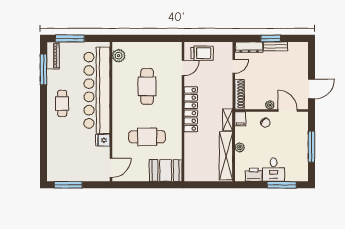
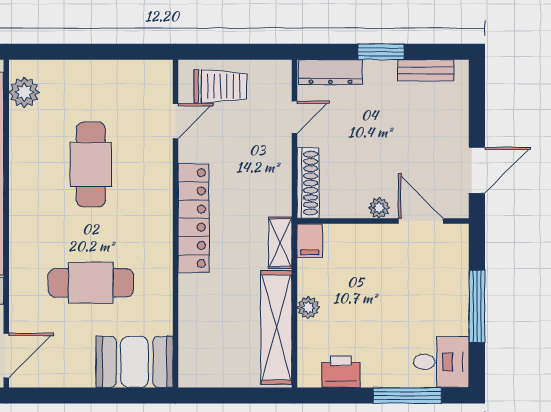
bench: (275, 46) -> (426, 70), moved
chair: (265, 123) -> (369, 250), removed
desk: (274, 170) -> (441, 362), moved, turned -90

